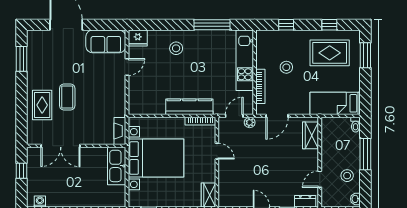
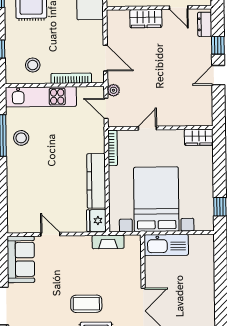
fridge: (138, 38) -> (96, 221), moved, turned 180
stool: (176, 48) -> (21, 138), moved
stool: (286, 67) -> (33, 65), moved
kitchen counter: (189, 107) -> (96, 181), moved
fireplace: (120, 131) -> (108, 242), moved
wardrobe: (311, 135) -> (146, 19), moved

